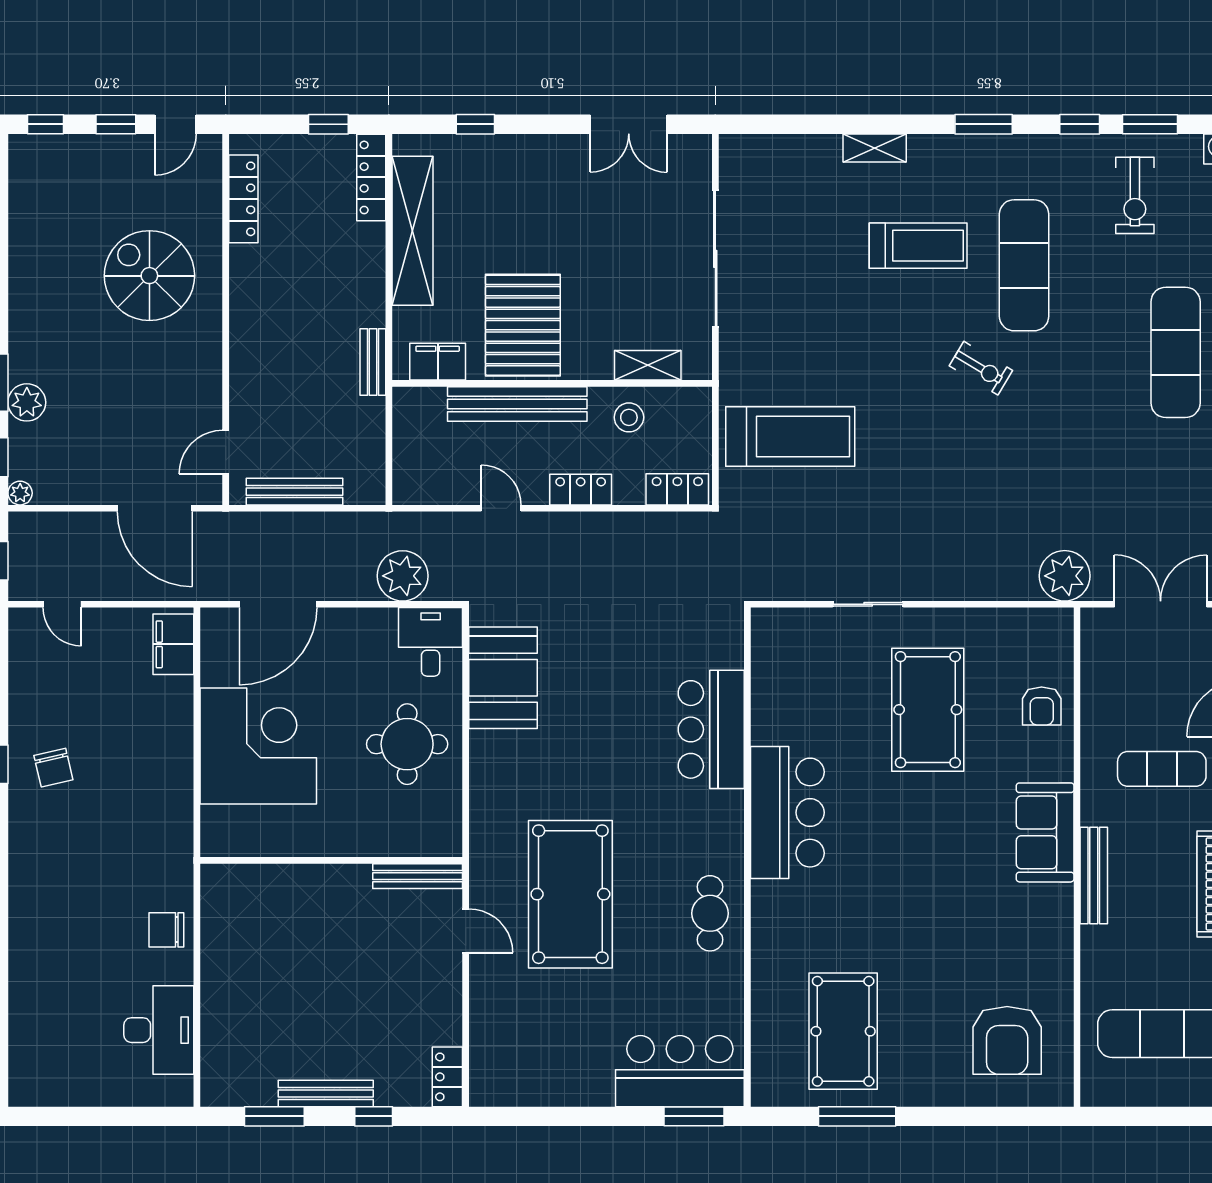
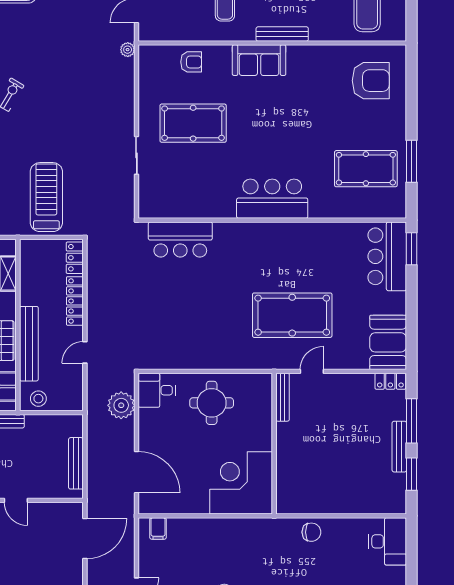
stool: (629, 417) -> (38, 399), moved
door: (226, 452) -> (16, 500), moved
locker: (581, 490) -> (75, 301), width x1.53
plant: (1065, 576) -> (128, 50), width x0.53, depth x0.53
filing cabinet: (173, 644) -> (158, 528), width x0.50
booth: (503, 678) -> (388, 342), moved, turned 90
bar counter: (711, 729) -> (180, 240), moved
corner desk: (258, 746) -> (241, 483), moved
bar counter: (787, 813) -> (272, 199), moved
cafe table: (710, 913) -> (303, 240), removed
chair: (166, 930) -> (311, 532), turned -90
desk: (159, 1030) -> (388, 541), moved, turned 90
window: (374, 1116) -> (412, 421), width x2.17

